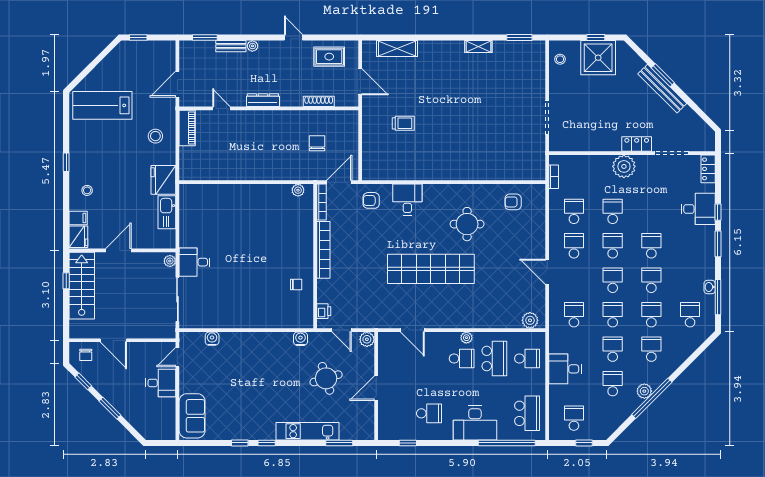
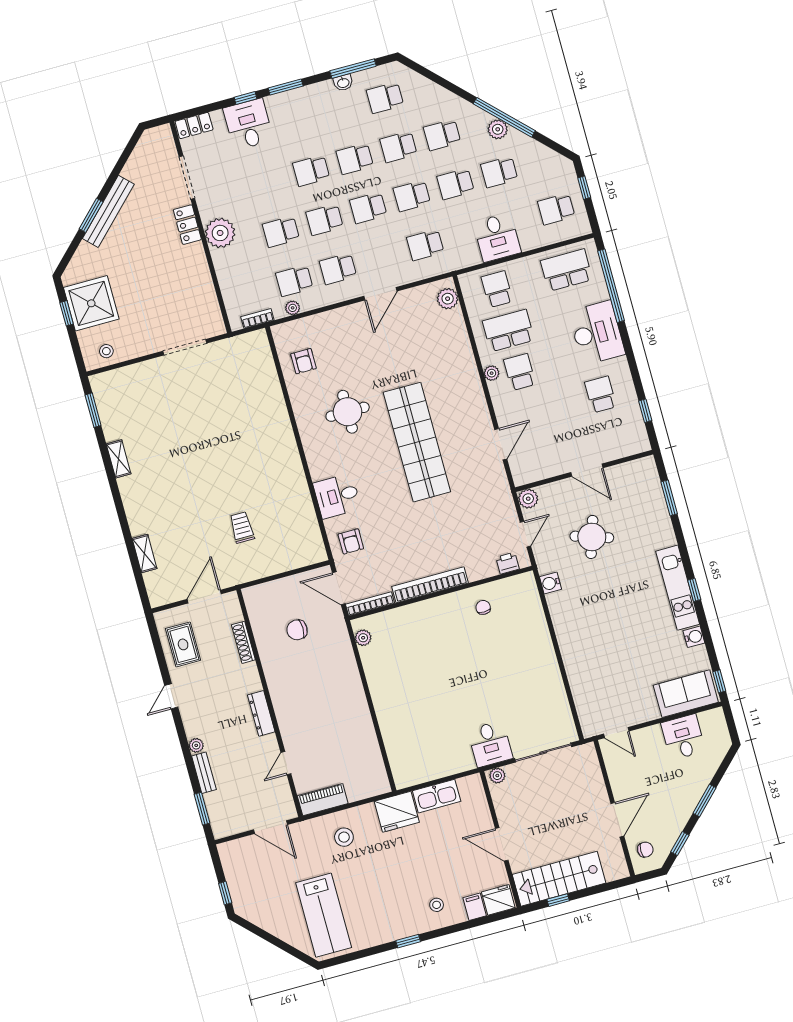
shelving: (397, 49) -> (144, 554), width x0.67, depth x0.75
plant: (554, 205) -> (293, 308), added
water cooler: (212, 339) -> (694, 637), moved, turned 180
round table: (326, 378) -> (592, 537), turned 35
desk: (161, 383) -> (683, 737), moved
kitchen unit: (308, 431) -> (678, 588), moved
window: (240, 443) -> (719, 681), moved

